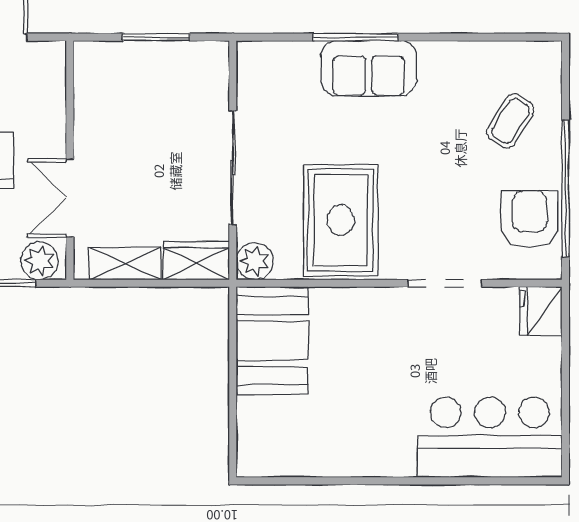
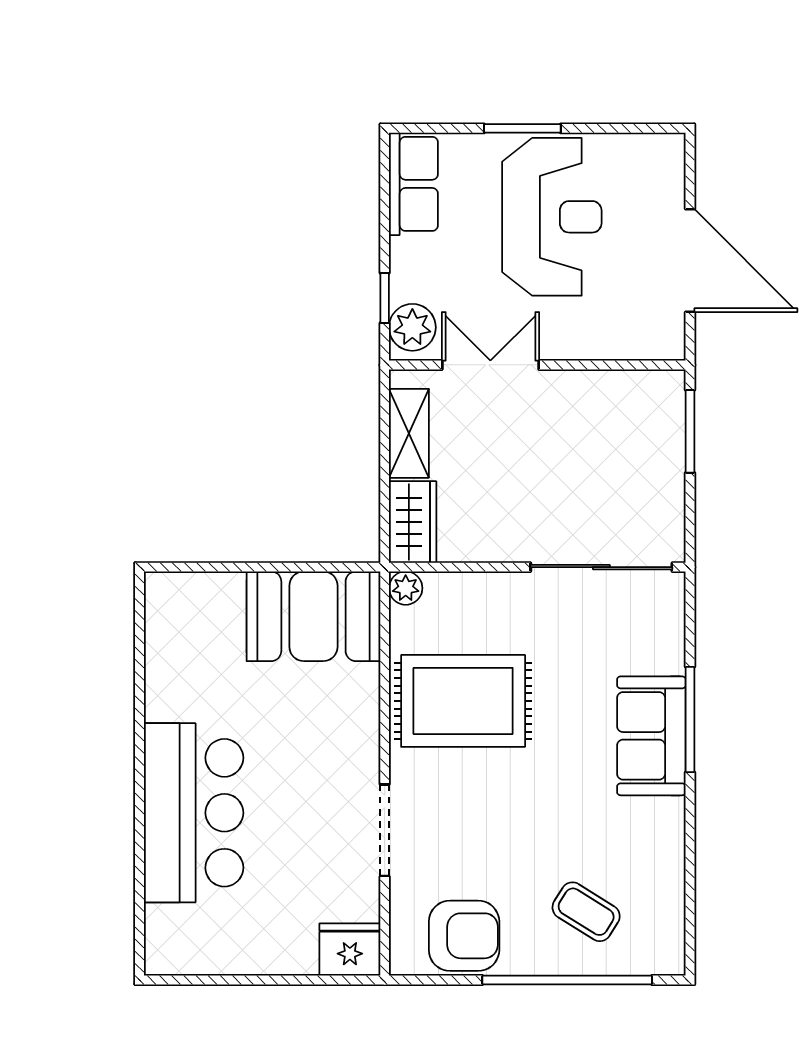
window: (156, 37) -> (690, 431), moved
sliding door: (233, 168) -> (601, 567), moved
window: (565, 188) -> (567, 980), moved
plant: (255, 261) -> (406, 588), width x0.73, depth x0.73
bar counter: (490, 437) -> (194, 813), moved

